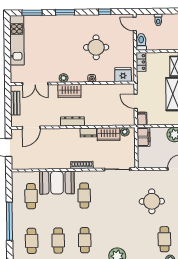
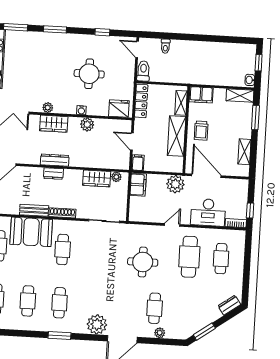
locker: (141, 62) -> (141, 101), width x1.53
plant: (97, 90) -> (87, 124), added
dresser: (88, 133) -> (53, 174), moved
bench: (58, 164) -> (34, 210), added

